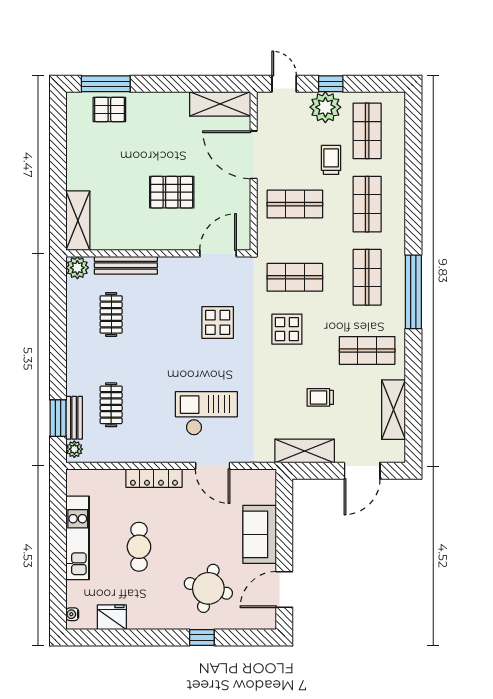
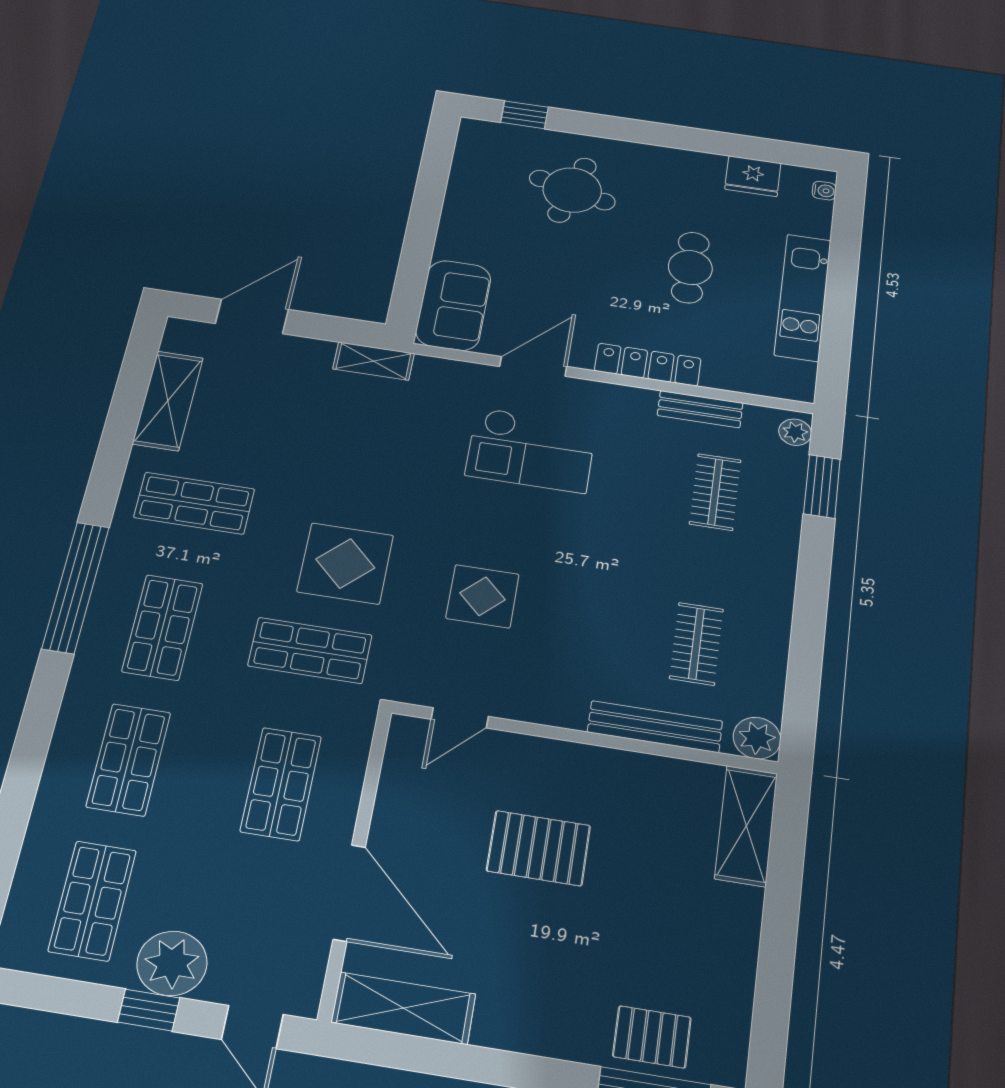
trolley: (331, 160) -> (184, 856), removed
shop shelf: (295, 204) -> (281, 784), turned 90
door: (218, 253) -> (460, 718), width x0.73
display table: (287, 329) -> (345, 563), width x1.36, depth x1.36
trolley: (320, 397) -> (304, 441), removed
bench: (74, 418) -> (700, 409), moved, turned 90
shelving: (305, 451) -> (374, 361), width x0.67, depth x0.75
door: (213, 466) -> (533, 366), hinge flipped
sofa: (260, 534) -> (453, 305), moved
door: (284, 590) -> (435, 168), removed
window: (202, 638) -> (525, 115), moved

